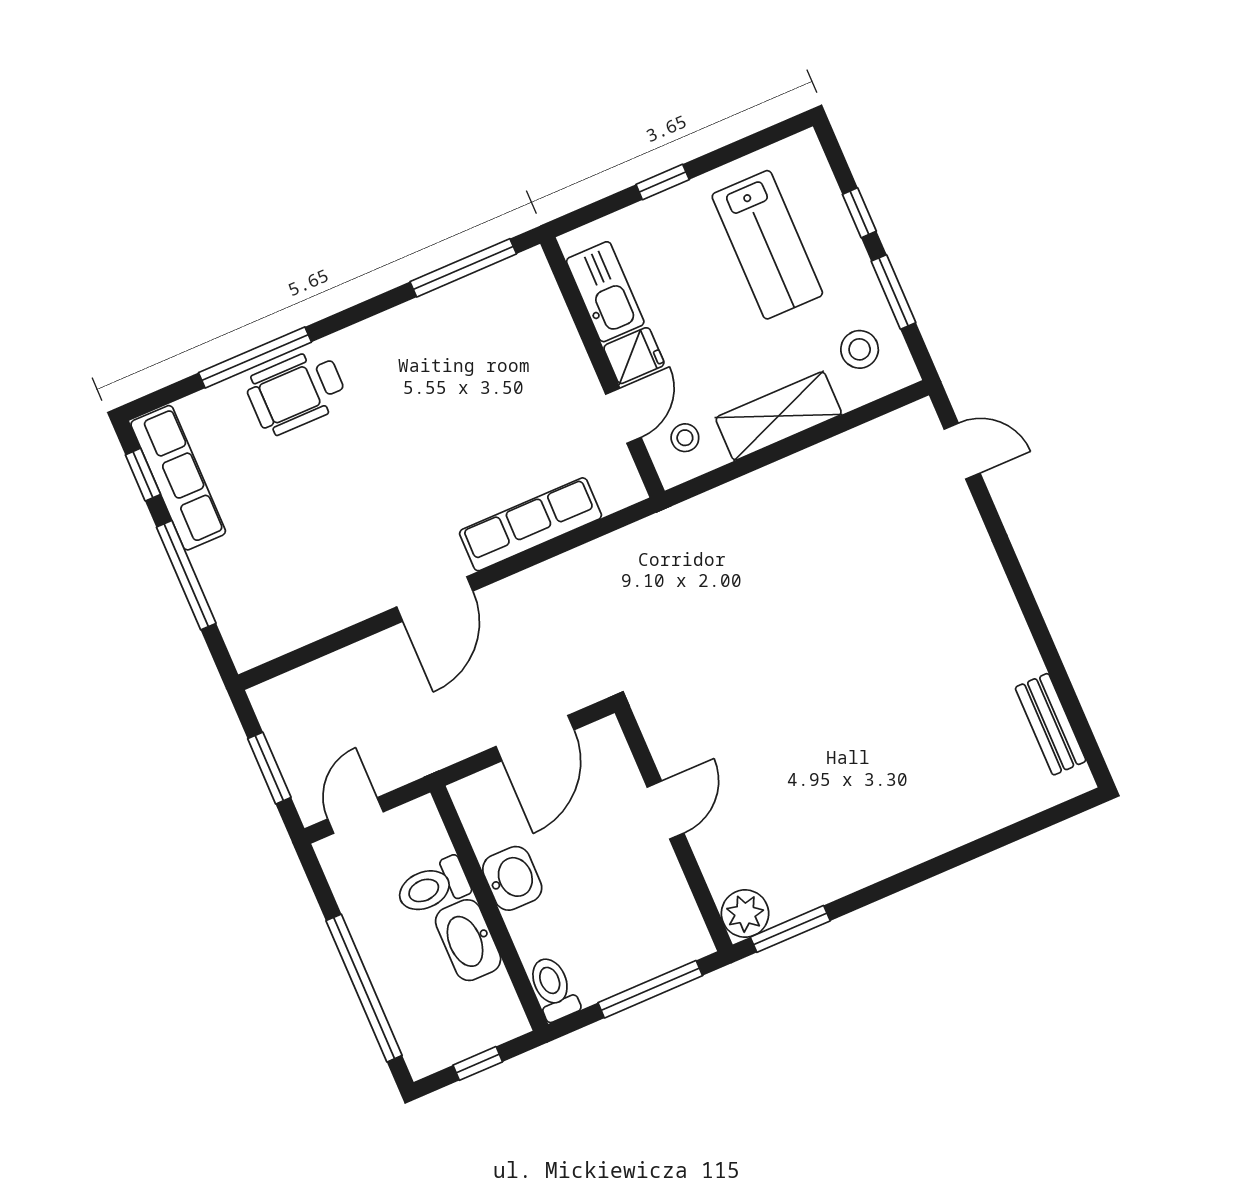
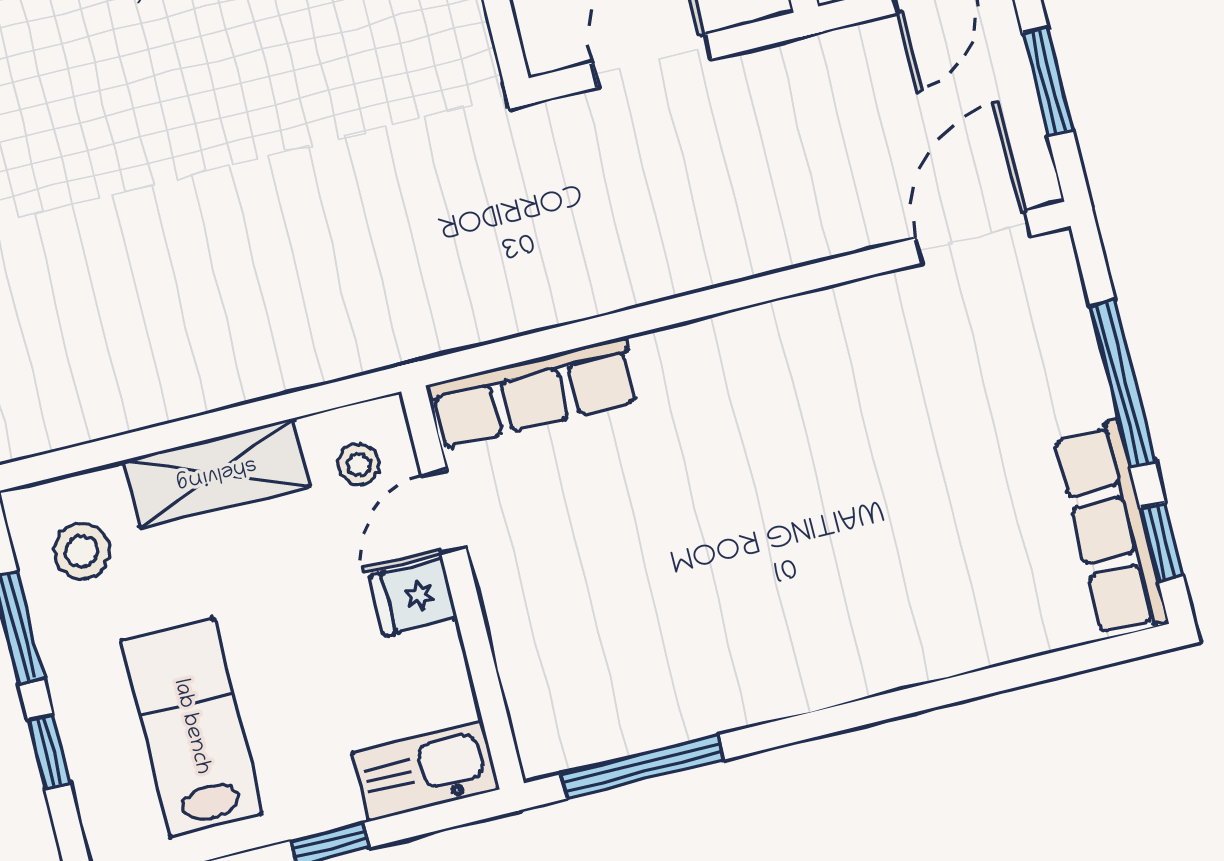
kitchen sink: (605, 292) -> (425, 771), moved, turned 90
window: (255, 357) -> (969, 686), removed
wheelchair: (296, 392) -> (917, 626), removed
row of seats: (531, 524) -> (533, 393), moved
door: (435, 599) -> (973, 237), moved

